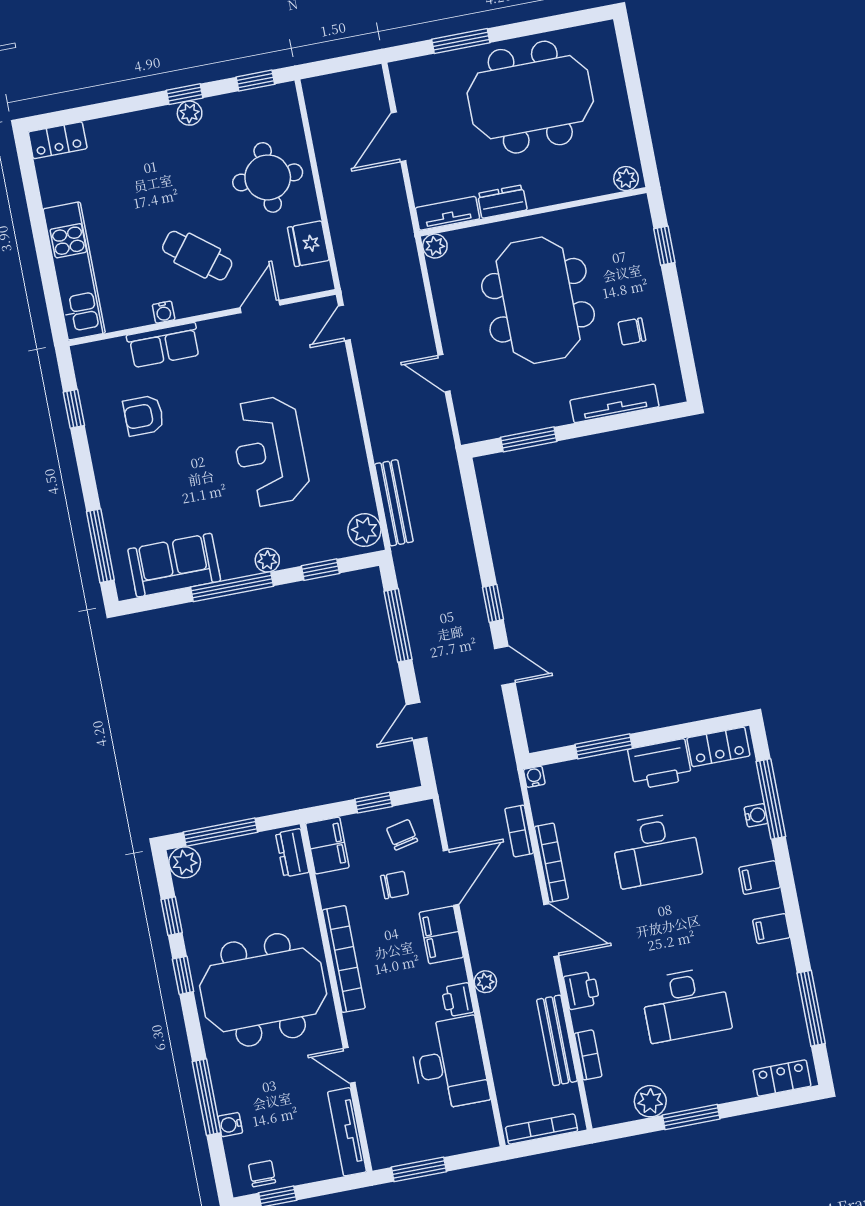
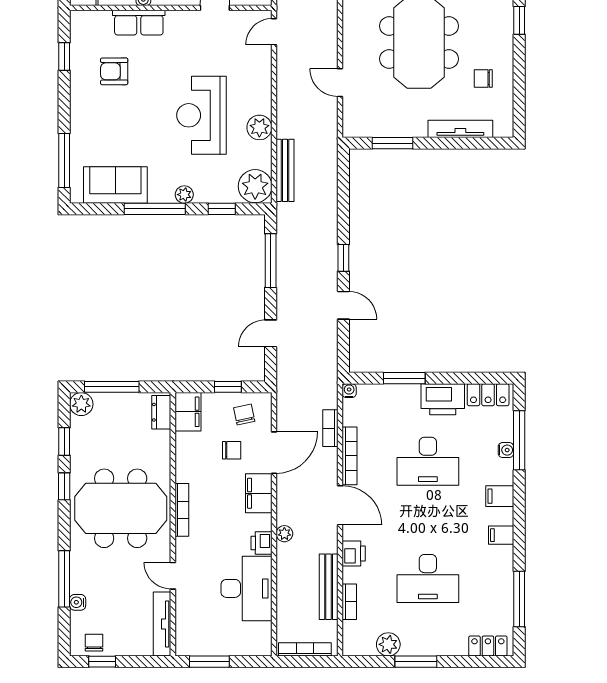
plant: (349, 453) -> (259, 127), added
plant: (364, 530) -> (255, 186), width x1.36, depth x1.36
bookcase: (344, 959) -> (182, 510), width x0.68, depth x0.76

